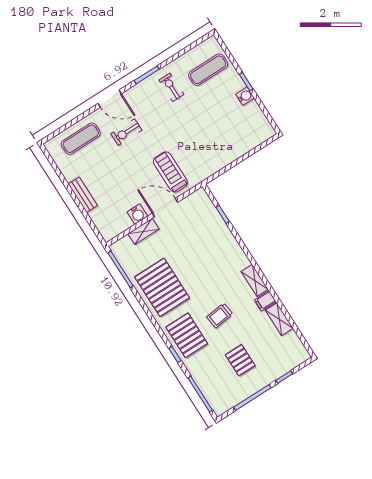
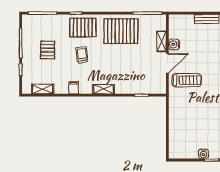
shelving: (255, 280) -> (103, 89), moved
shelving: (279, 319) -> (43, 89), moved
pallet: (240, 360) -> (48, 50), turned 90

